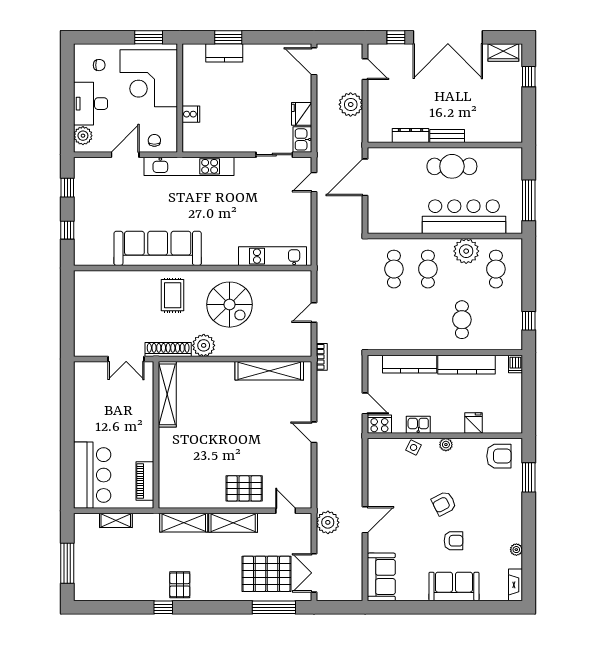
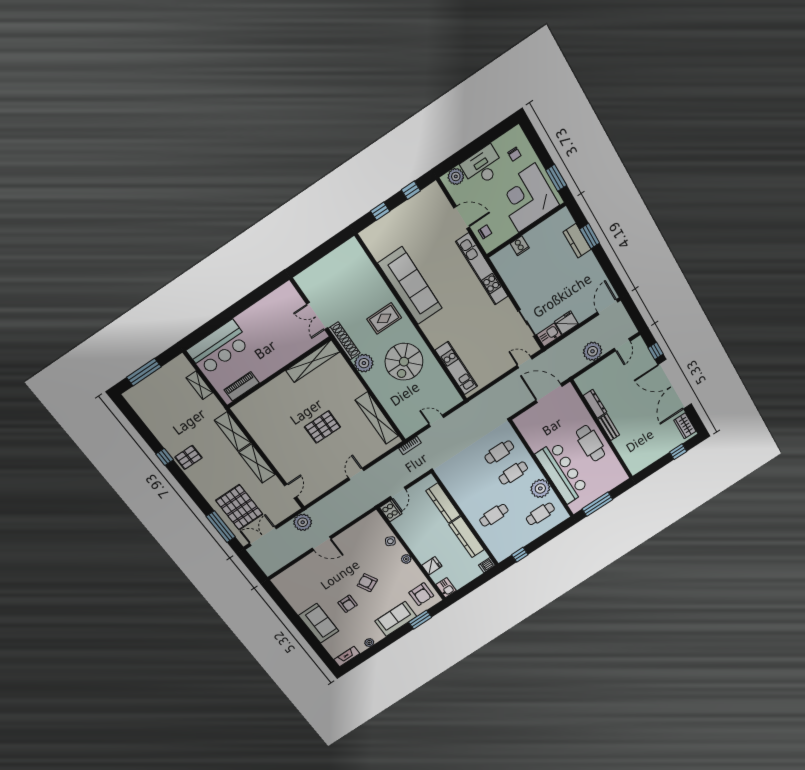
kitchen sink: (418, 425) -> (446, 588), moved
pallet: (244, 488) -> (322, 427), moved, turned 90
sofa: (381, 577) -> (396, 619), moved, turned 180

